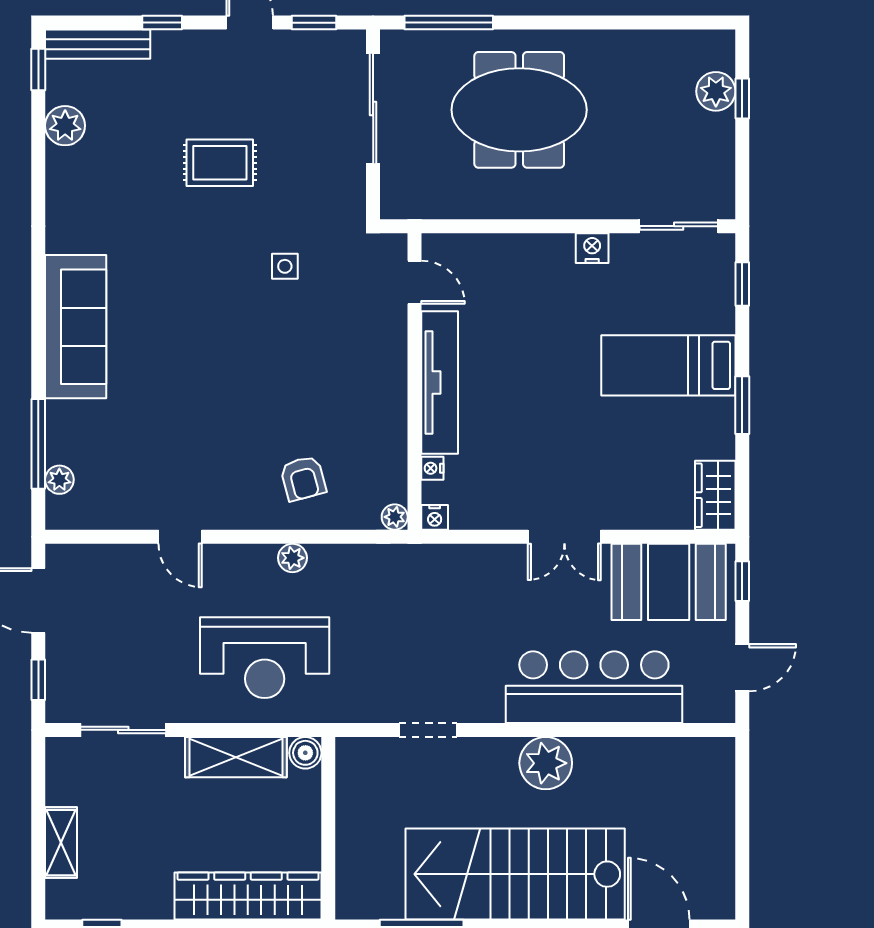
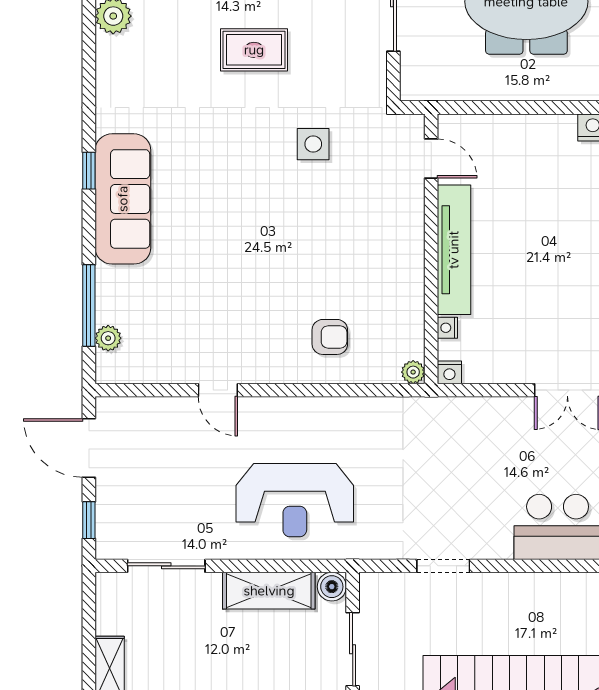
side table: (285, 266) -> (313, 144), width x1.37, depth x1.37
window: (38, 296) -> (89, 171), added
armchair: (303, 478) -> (330, 337), turned -75
plant: (292, 558) -> (320, 409), removed
plant: (546, 763) -> (551, 596), removed
sliding door: (328, 822) -> (353, 649), added

